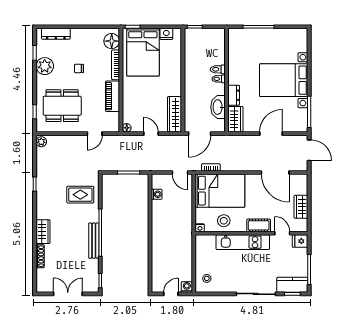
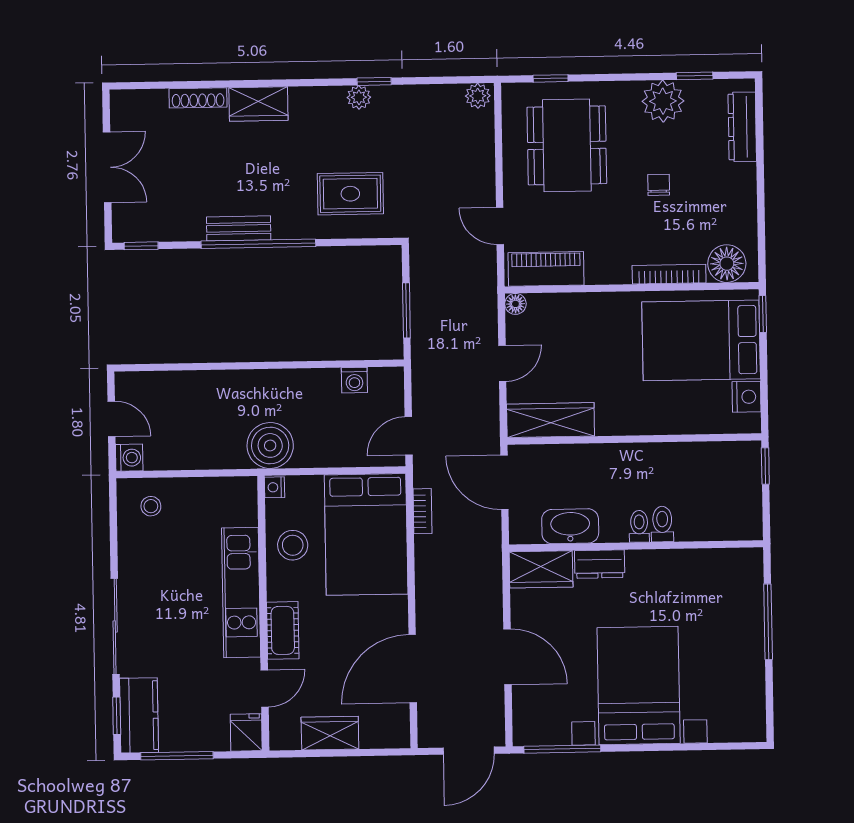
piano: (113, 96) -> (546, 269), moved
plant: (41, 190) -> (359, 97), added
rug: (80, 195) -> (350, 194), turned 90
boiler: (183, 229) -> (270, 445), added
bench: (94, 241) -> (239, 228), width x0.73

